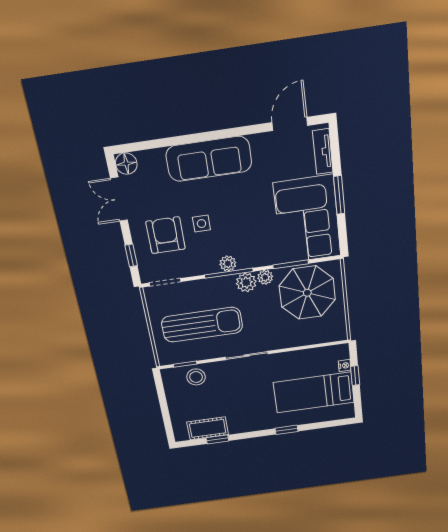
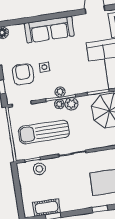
plant: (265, 277) -> (59, 104), moved
sun lounger: (202, 325) -> (44, 132), turned 180

